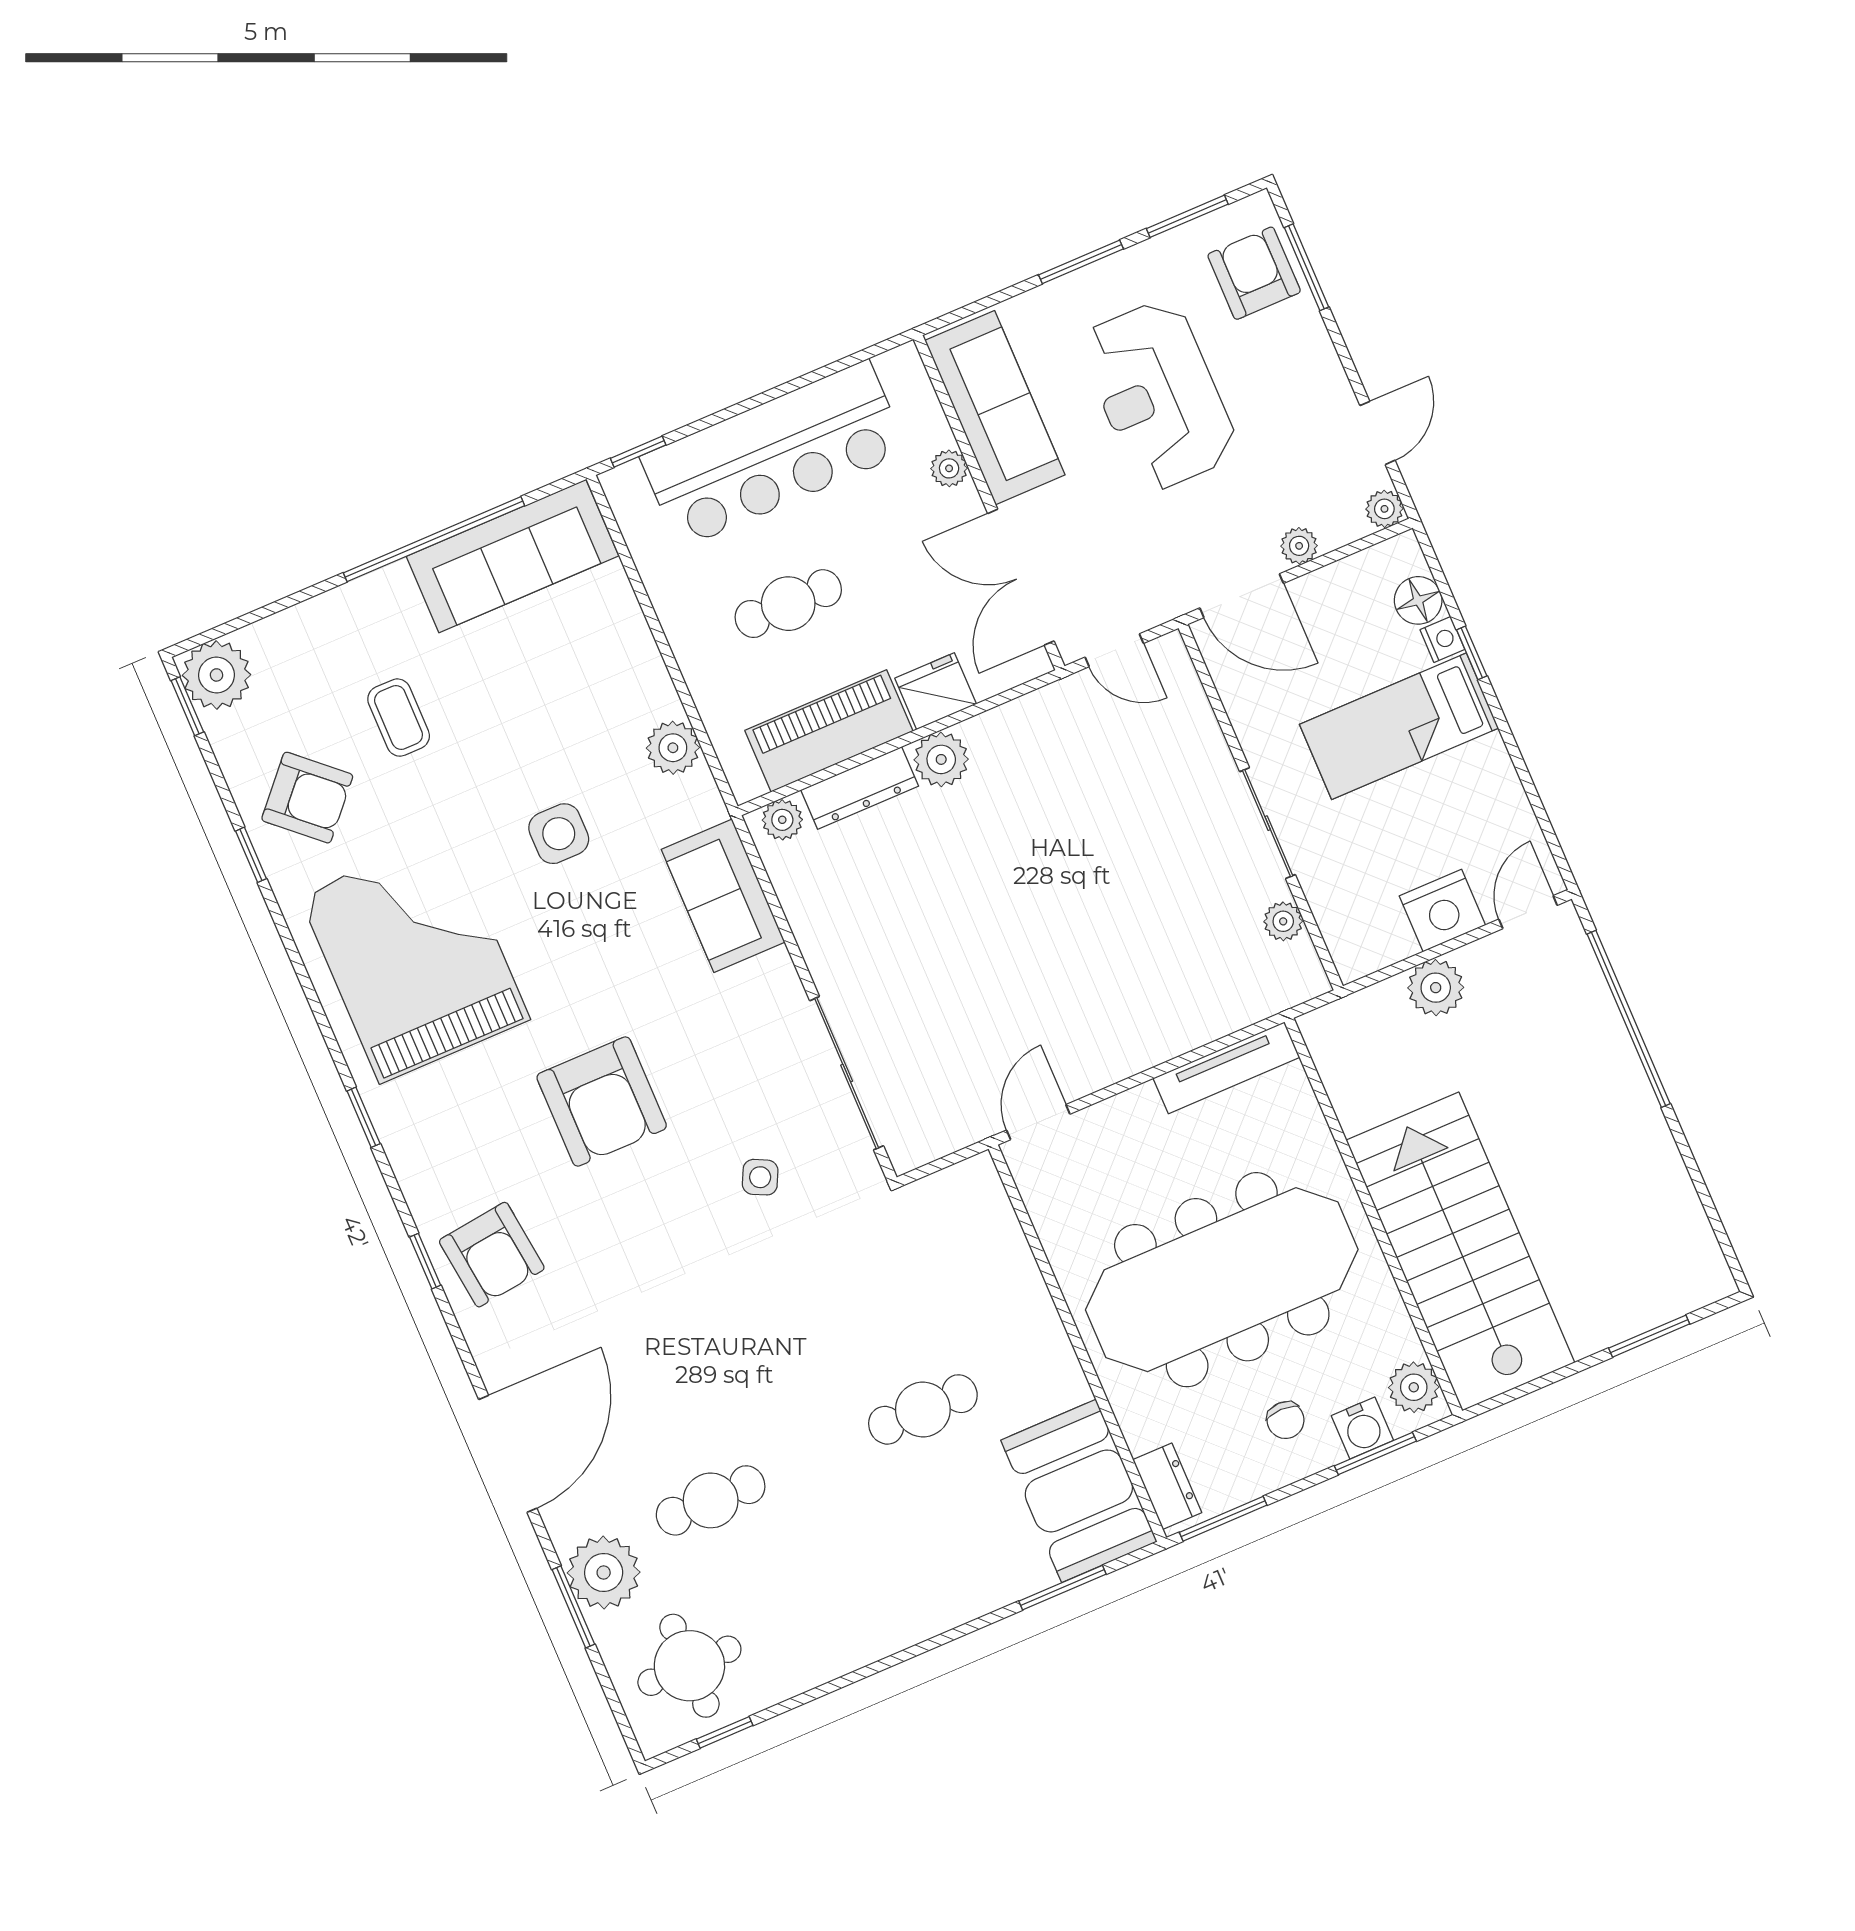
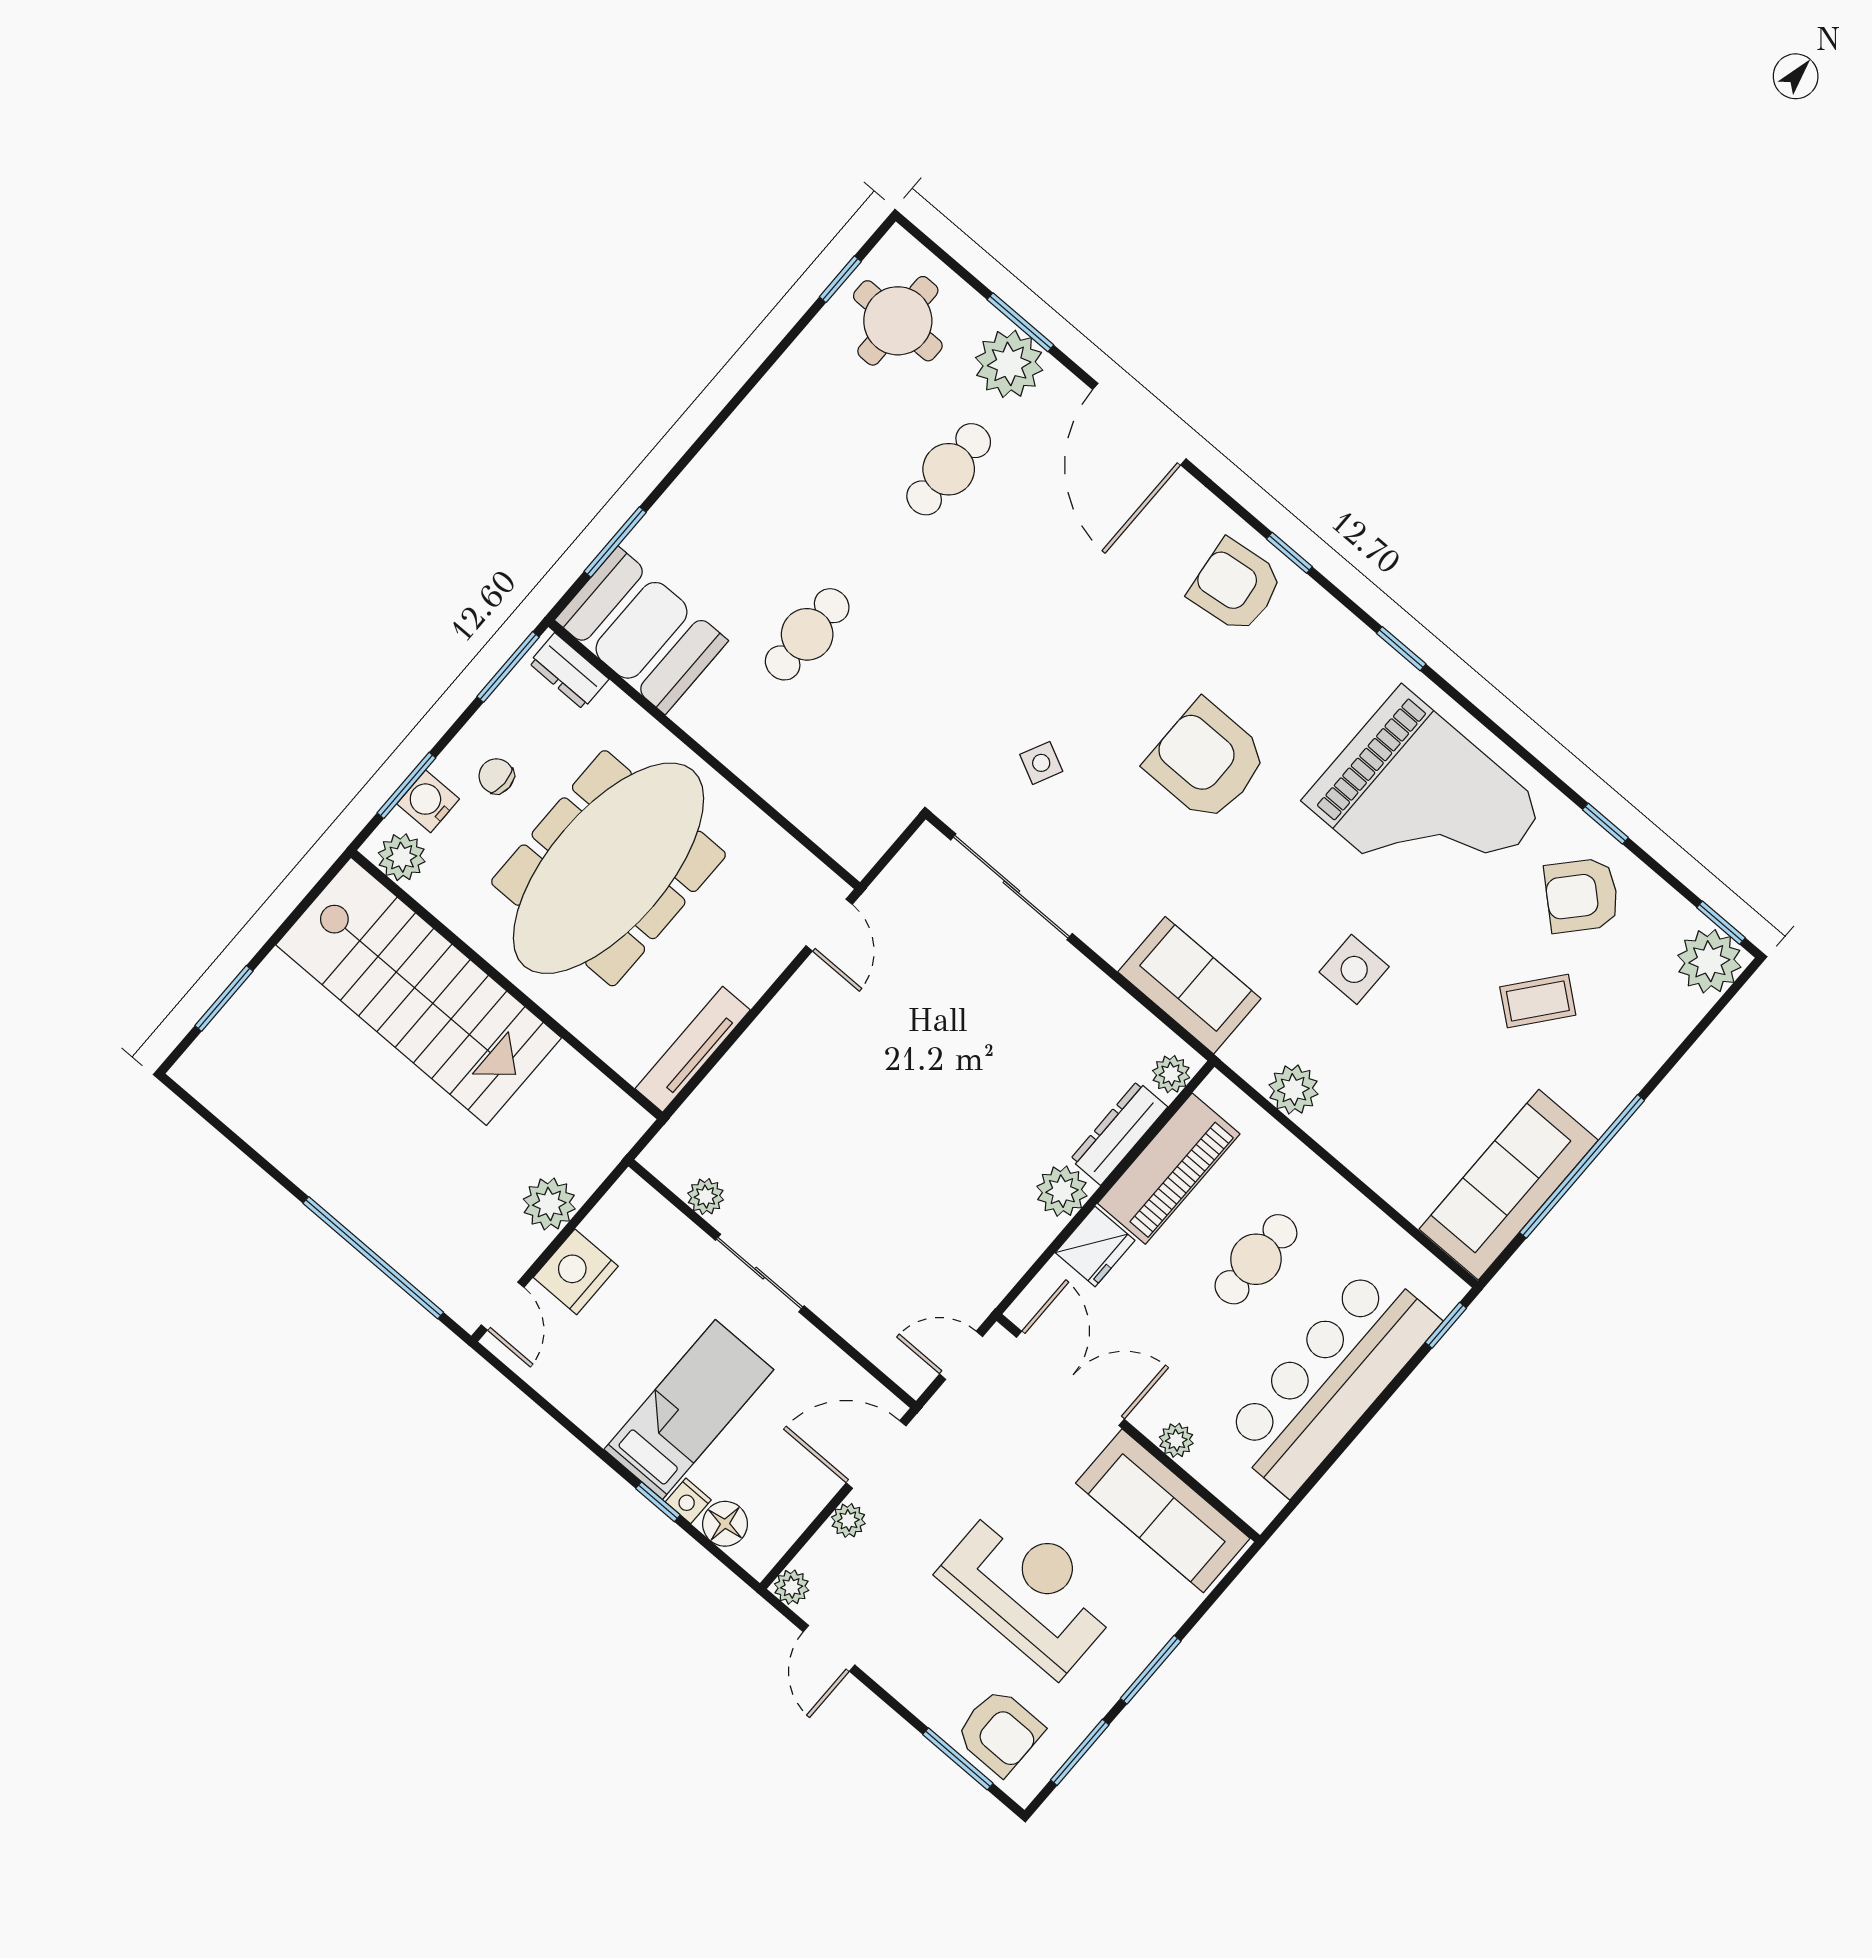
coffee table: (399, 718) -> (1538, 1001), turned -51

